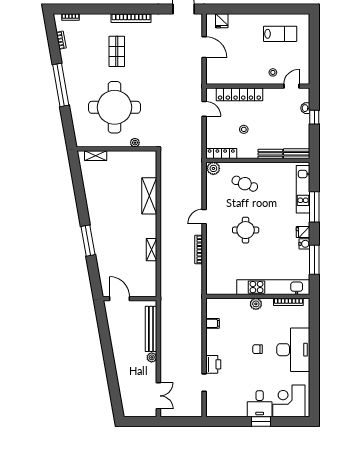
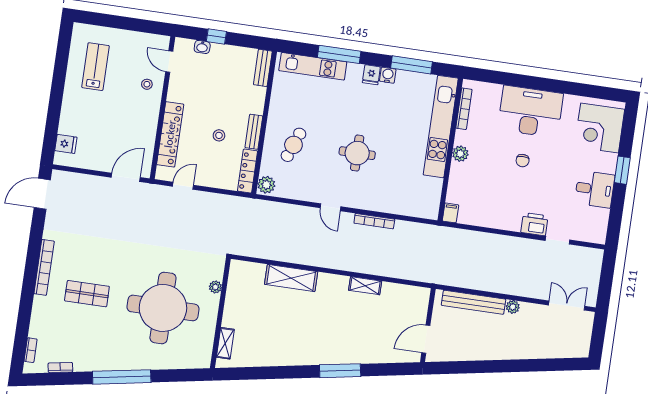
door: (204, 47) -> (126, 177), moved
bench: (270, 154) -> (254, 132), moved
filing cabinet: (212, 323) -> (450, 213), moved
desk: (260, 404) -> (595, 189), moved

